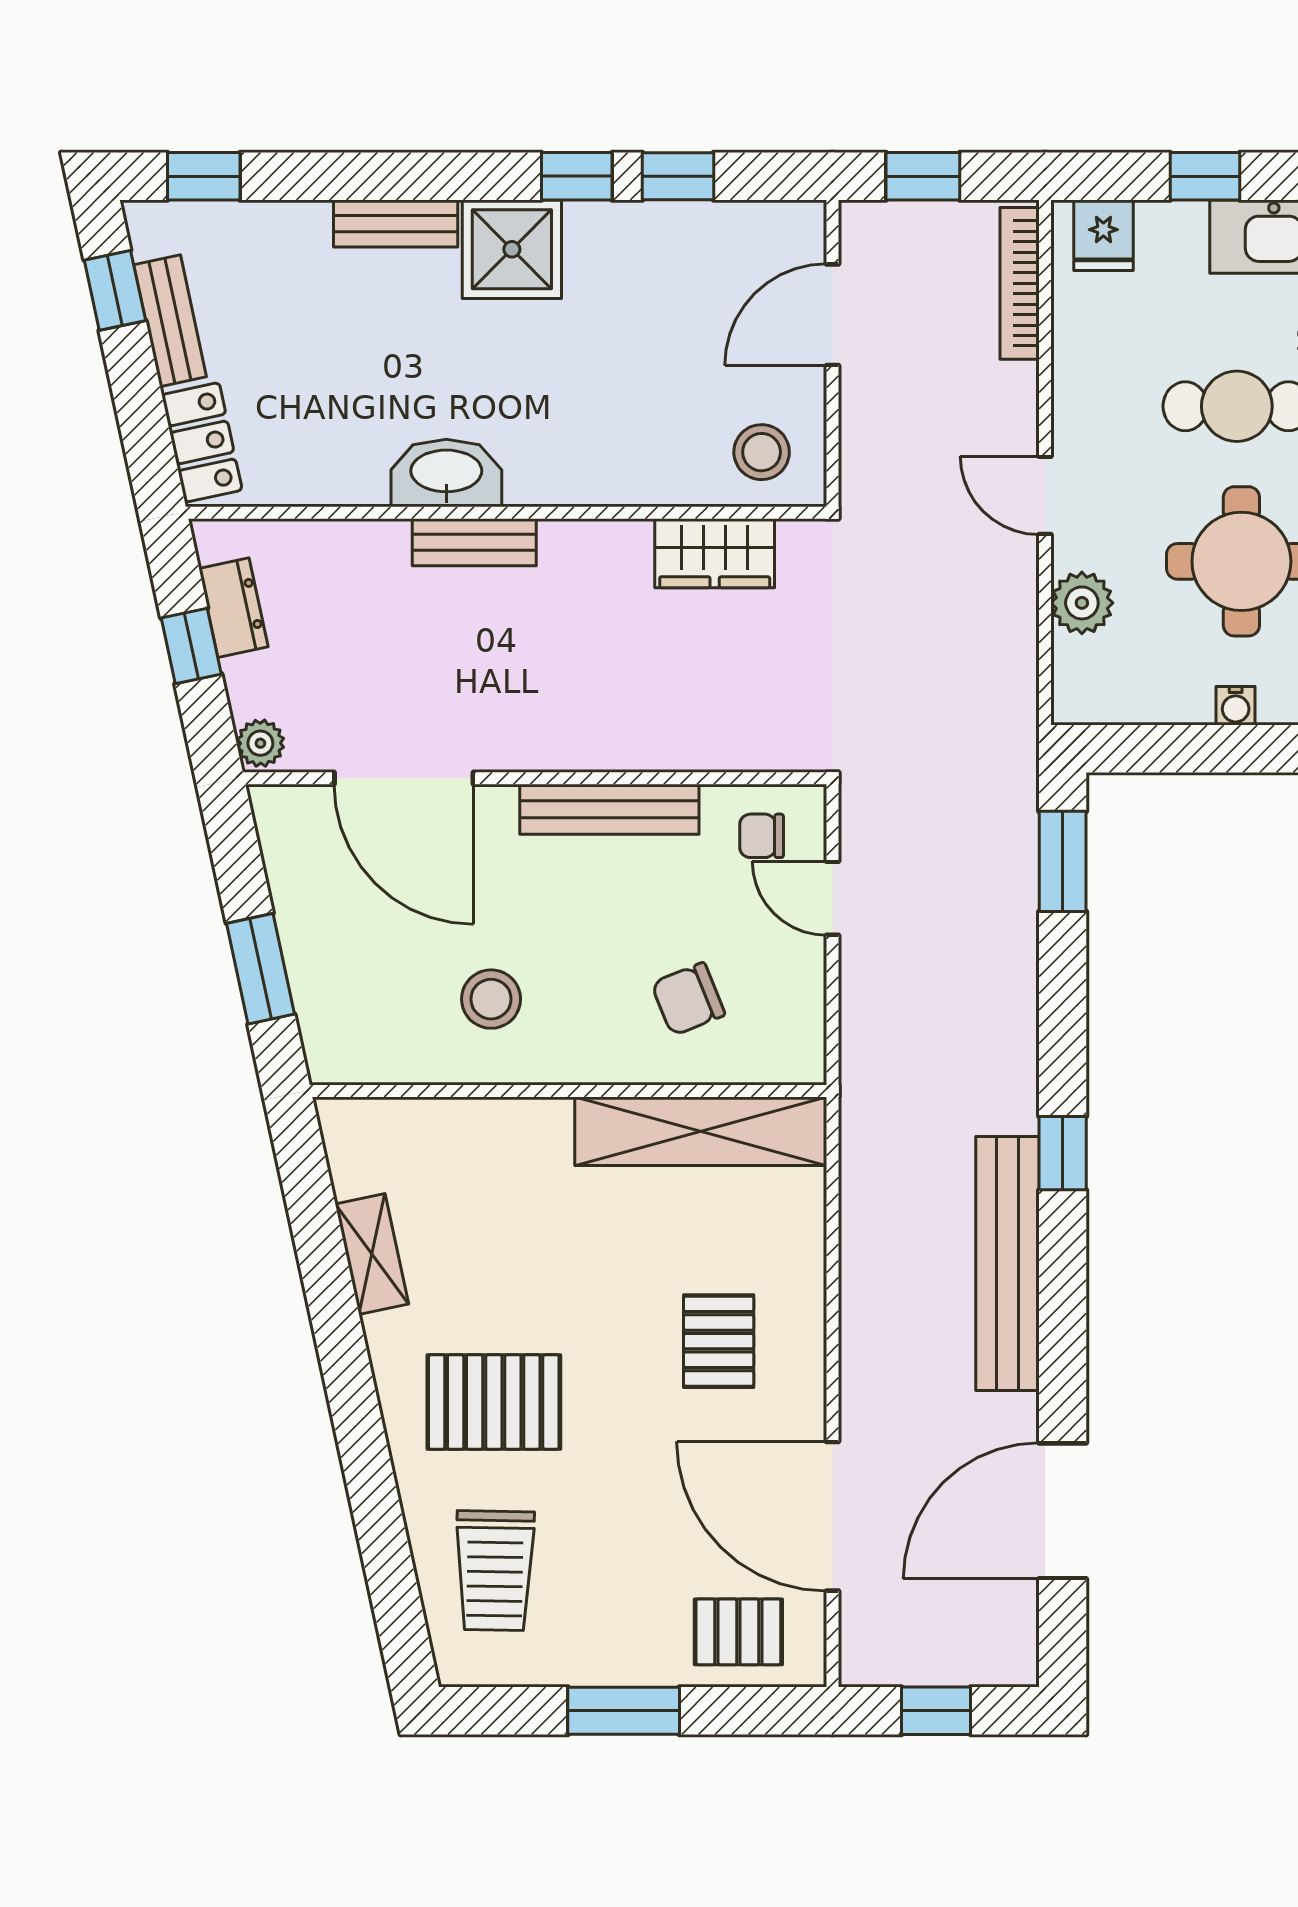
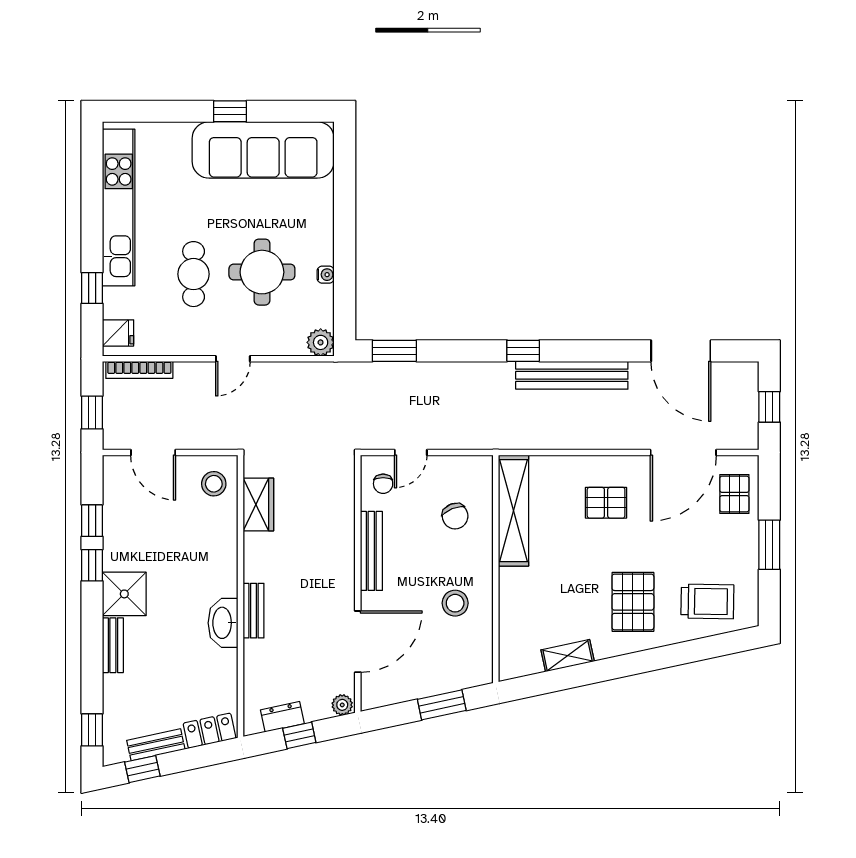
plant: (1082, 603) -> (321, 342), moved

